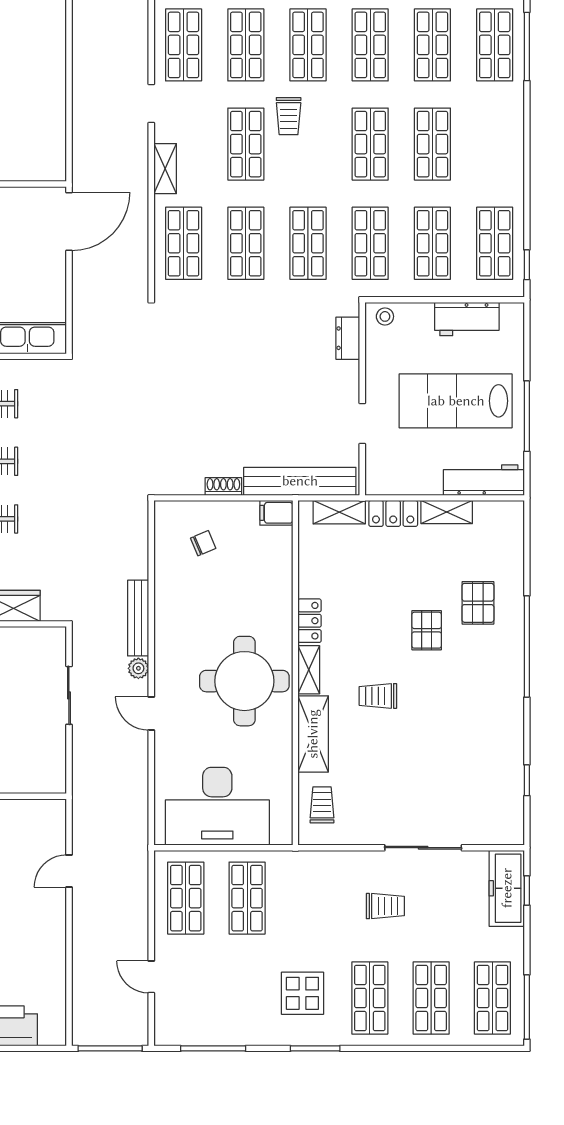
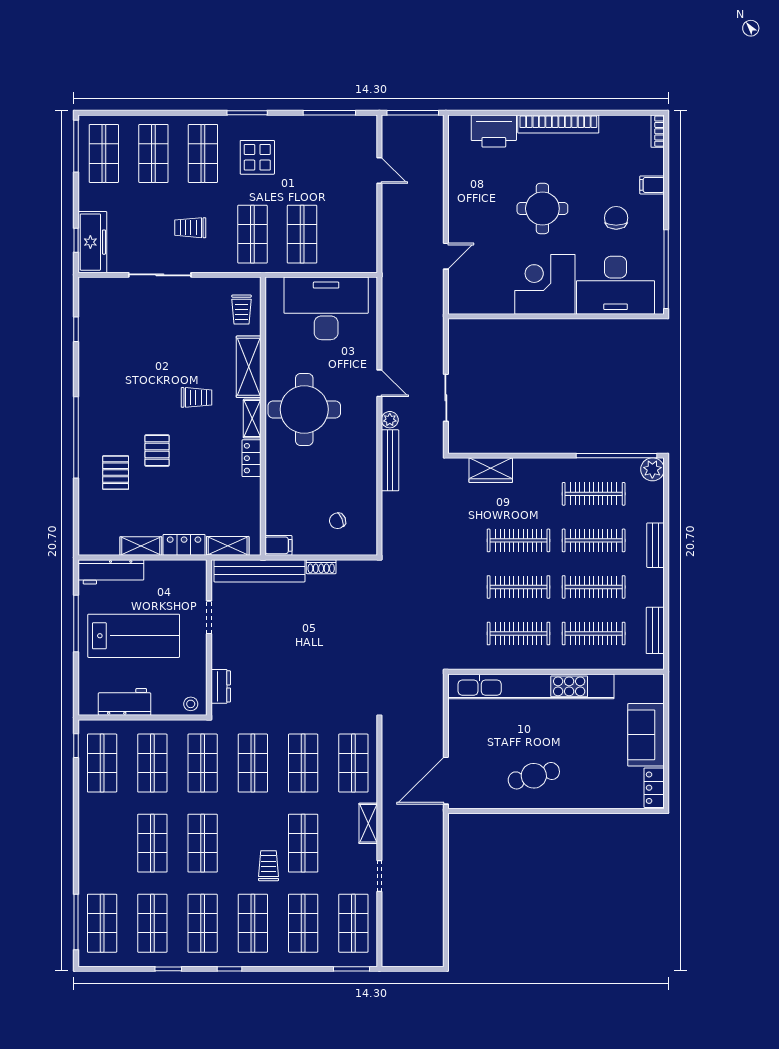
shop shelf: (186, 898) -> (252, 234), moved

